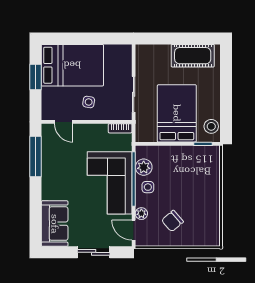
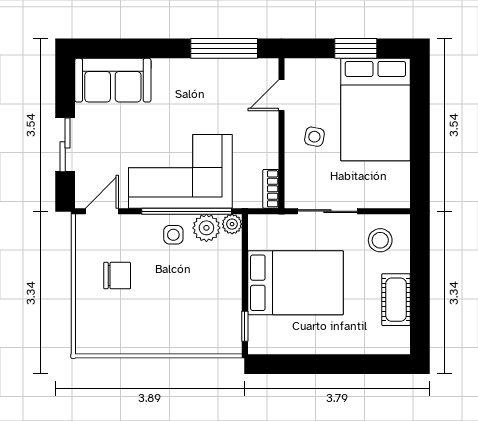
cot: (193, 56) -> (396, 300), width x0.73, depth x0.75
stool: (211, 126) -> (380, 240), moved
plant: (141, 214) -> (232, 224), moved
chair: (172, 221) -> (117, 276), turned 131

